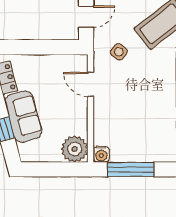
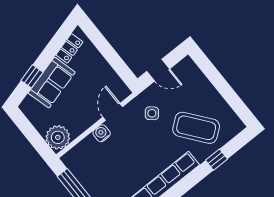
water cooler: (101, 154) -> (102, 133), moved, turned 90

